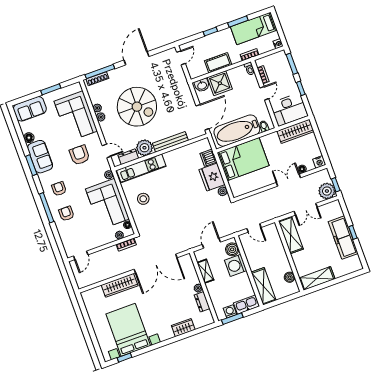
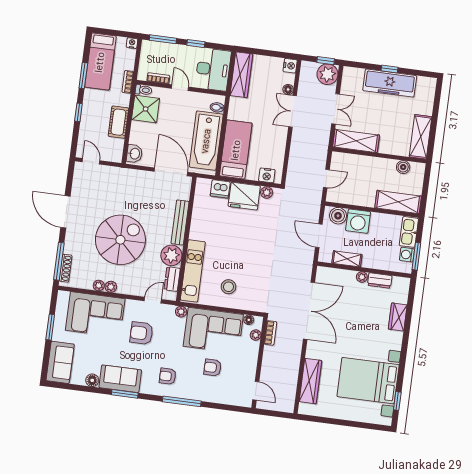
shower: (220, 83) -> (146, 109), moved
bed: (243, 159) -> (236, 150), width x0.67
nightstand: (235, 185) -> (267, 175), added
armchair: (66, 214) -> (213, 368), moved
wardrobe: (120, 285) -> (310, 381), moved

